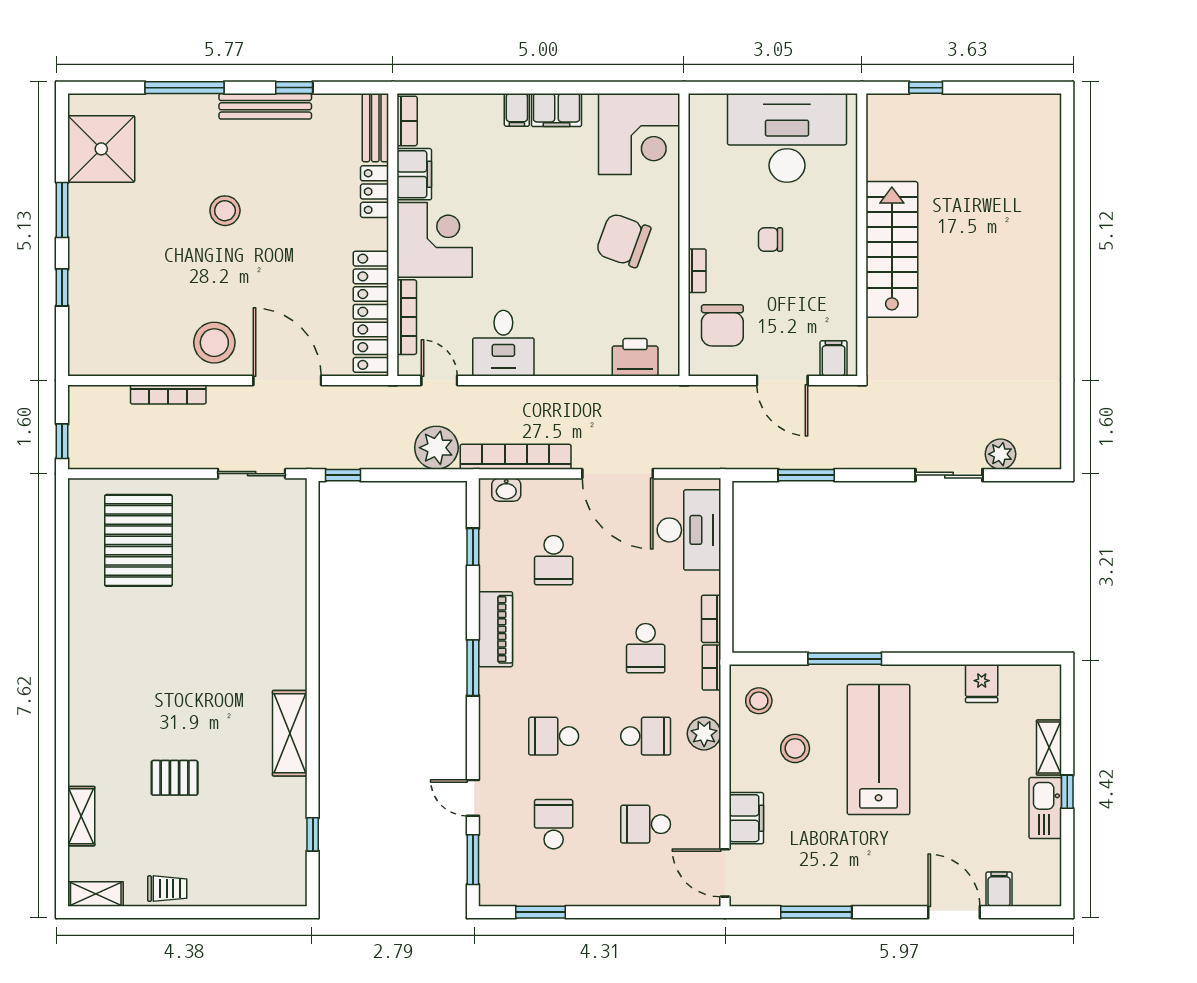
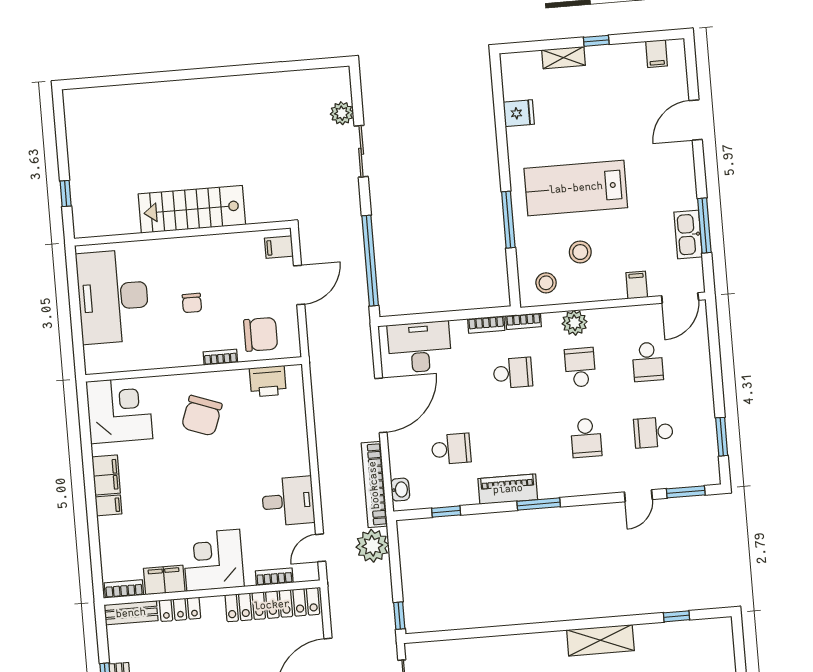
bookcase: (407, 317) -> (274, 577), width x0.64
printer: (635, 357) -> (268, 381), moved, turned -90
window: (806, 475) -> (370, 261), width x2.11
kitchen sink: (1045, 808) -> (688, 234), moved, turned 90
filing cabinet: (746, 818) -> (637, 285), width x0.50
filing cabinet: (999, 889) -> (657, 54), moved, turned -90

